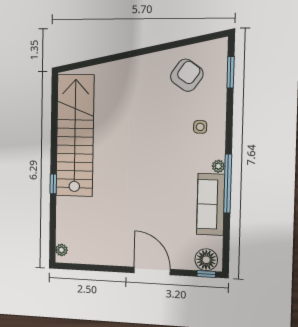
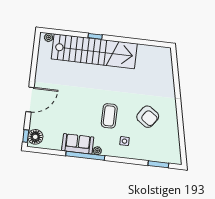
armchair: (187, 75) -> (148, 117), moved
stairs: (75, 136) -> (94, 51), moved
coffee table: (165, 153) -> (109, 116), added
sofa: (211, 204) -> (78, 144), width x0.73

